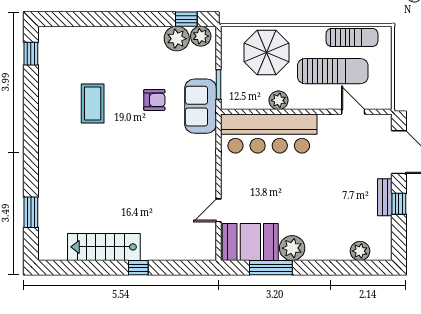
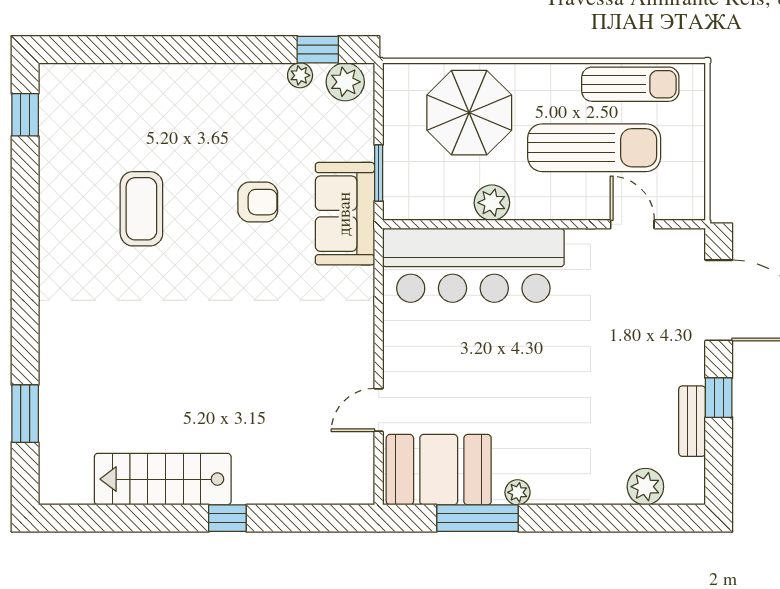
plant: (177, 39) -> (300, 75), width x0.53, depth x0.53
bench: (385, 197) -> (692, 421), moved
plant: (292, 248) -> (518, 492), width x0.53, depth x0.53

